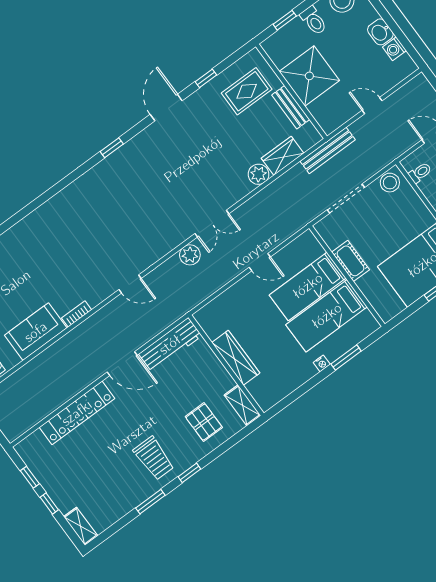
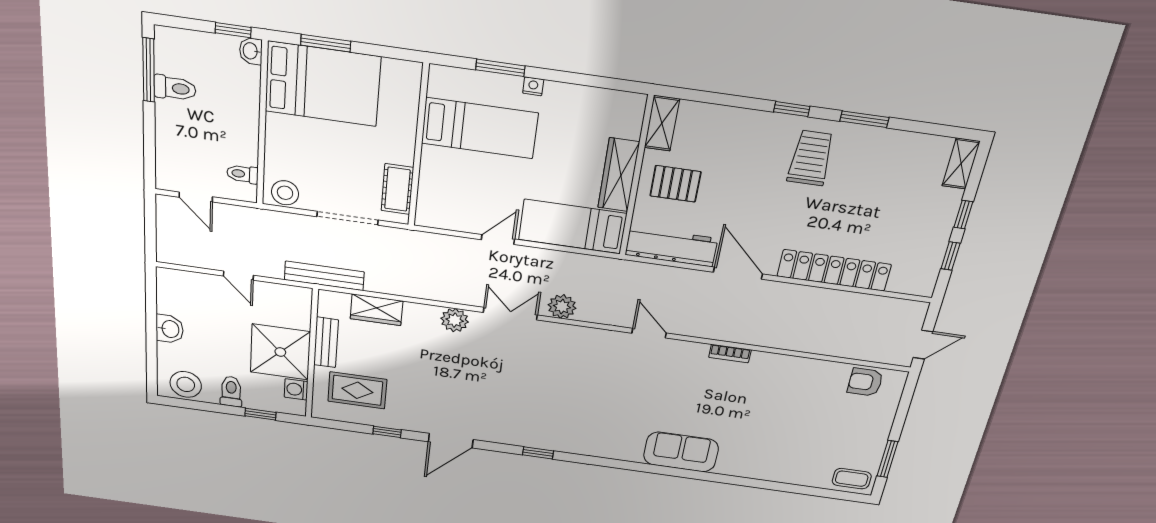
washing machine: (394, 49) -> (296, 389), moved, turned 180
plant: (259, 174) -> (455, 320), moved
cot: (351, 261) -> (397, 189), moved
door: (260, 262) -> (498, 239), hinge flipped
bed: (308, 286) -> (572, 227), moved, turned 180
sofa: (36, 332) -> (681, 452), moved, turned 180
pallet: (204, 422) -> (675, 184), moved, turned 90

